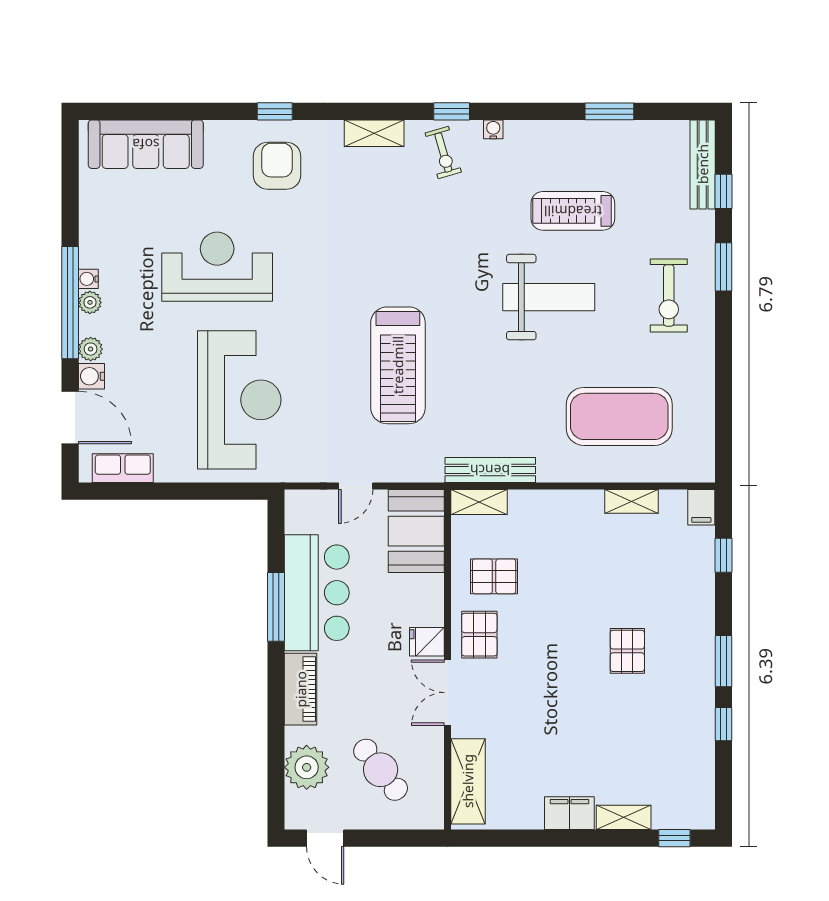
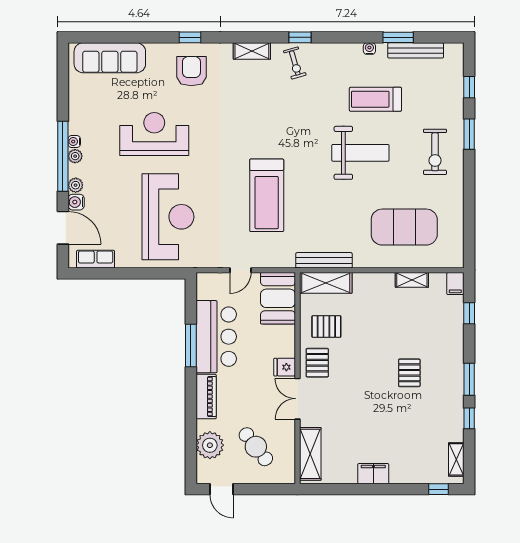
water cooler: (493, 129) -> (369, 49), moved
bench: (703, 164) -> (416, 50), moved, turned 90
shelving: (479, 502) -> (326, 283), width x1.50, depth x1.33
shelving: (624, 817) -> (456, 459), moved, turned 90

